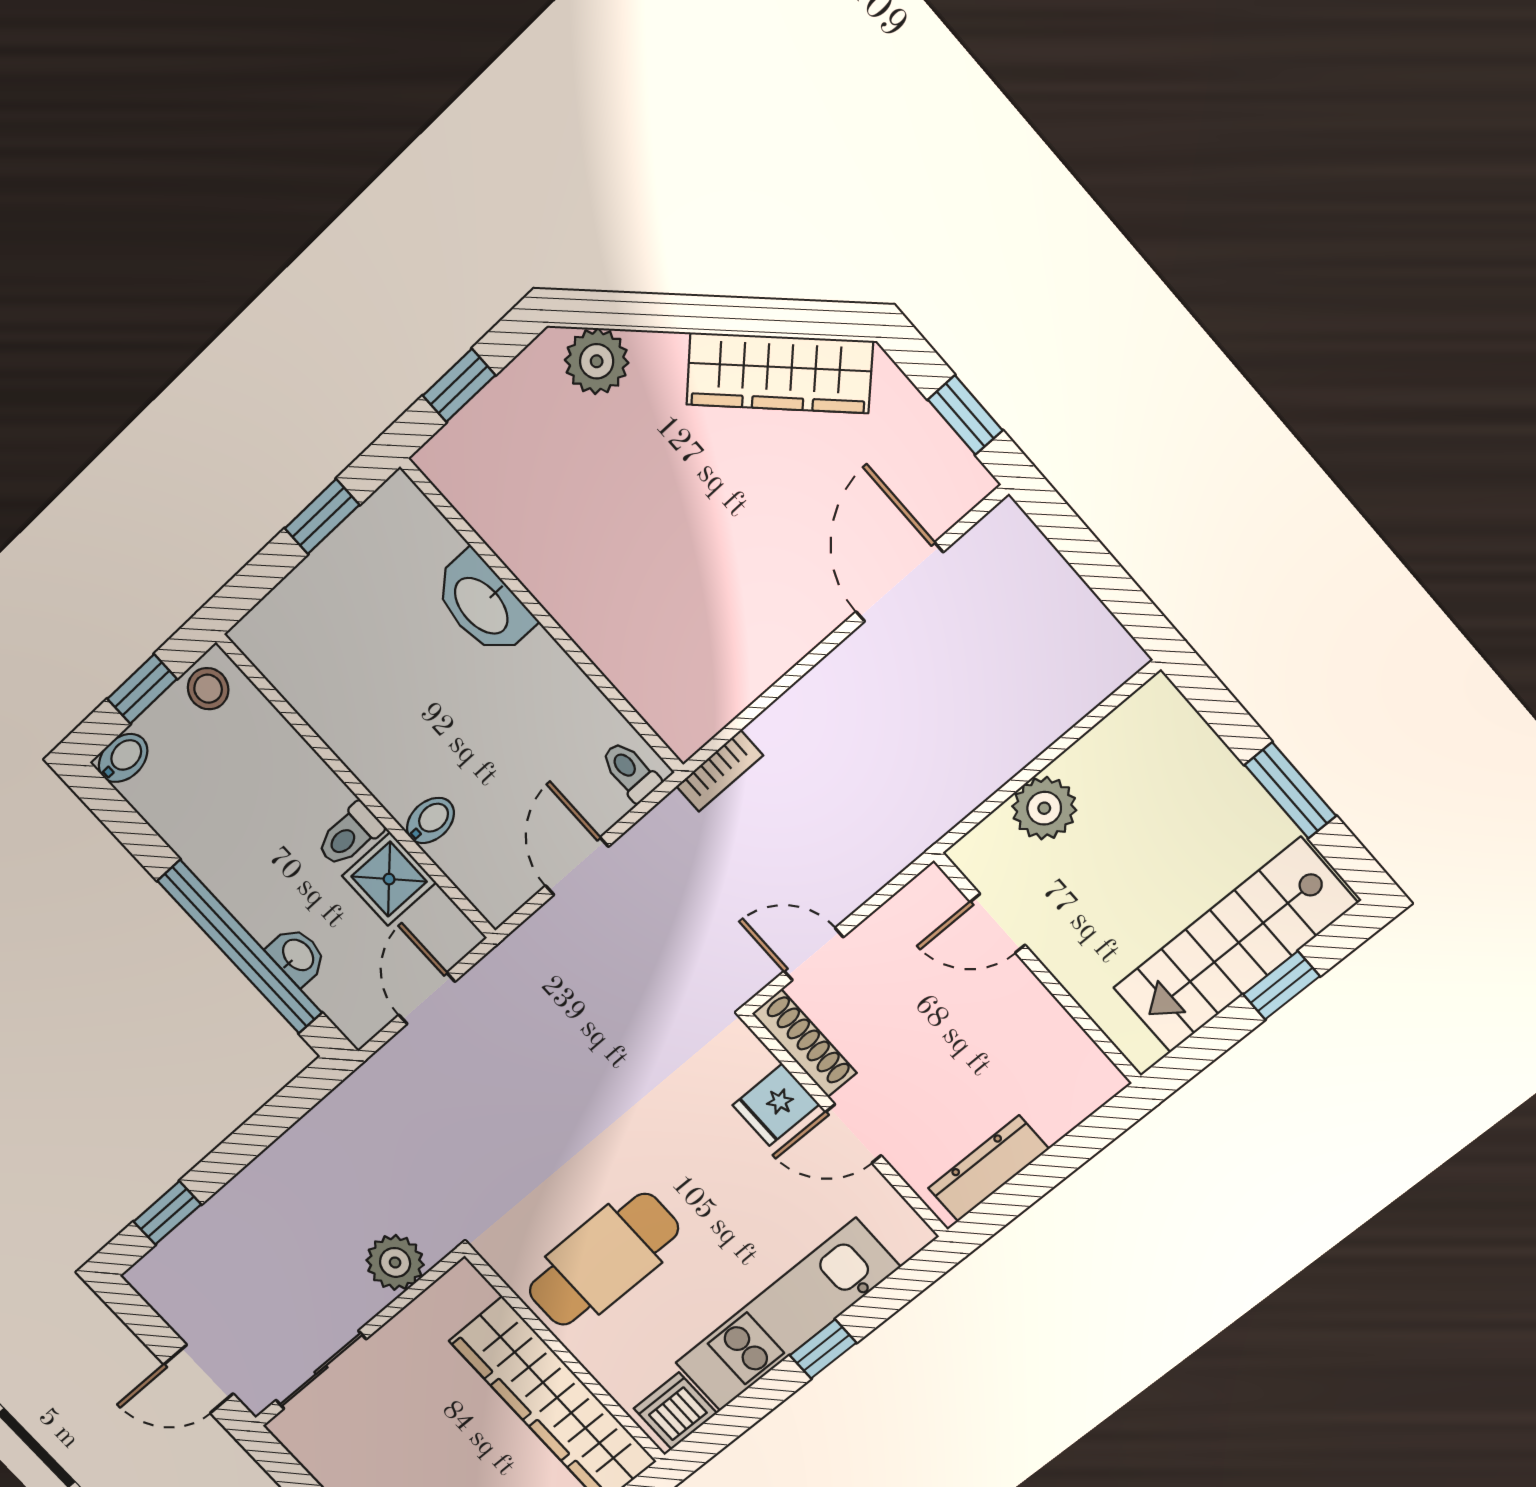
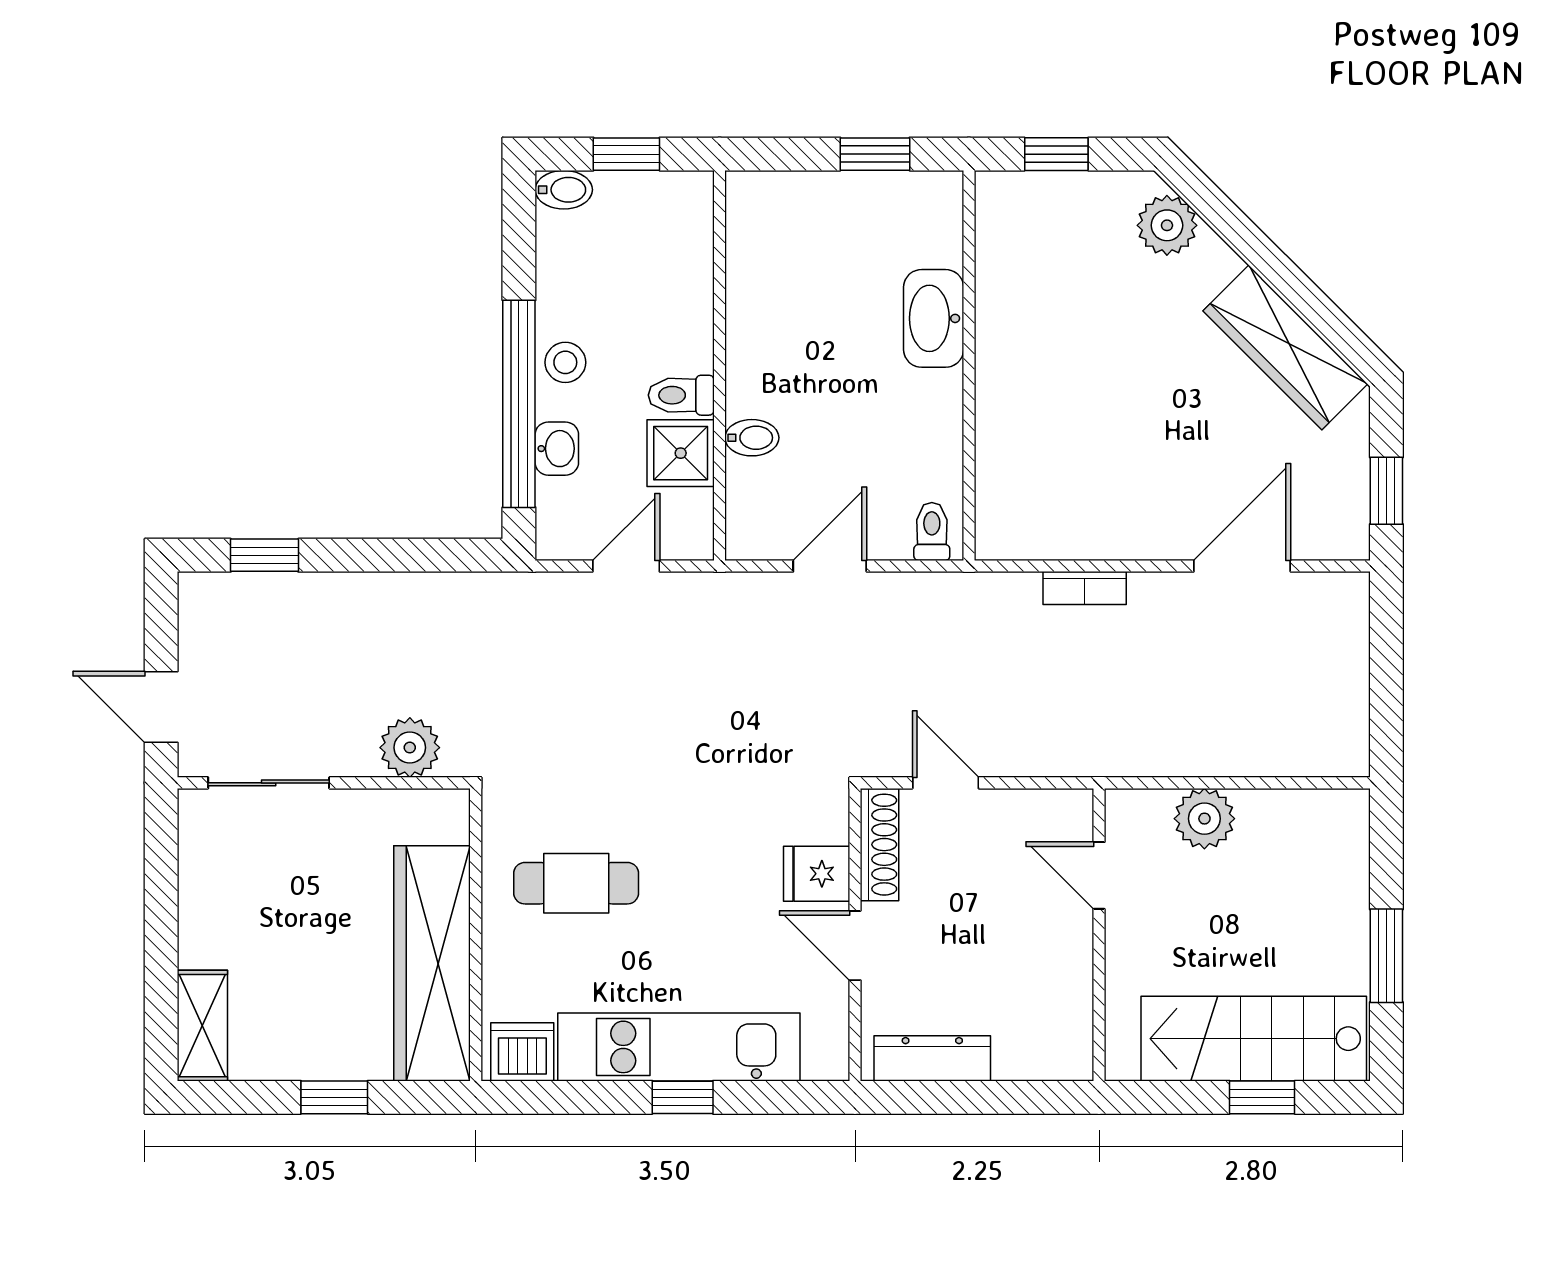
stool: (208, 689) -> (565, 362), moved
bookcase: (720, 771) -> (1085, 588), moved
cafe table: (604, 1260) -> (576, 883), width x0.73, depth x0.74

